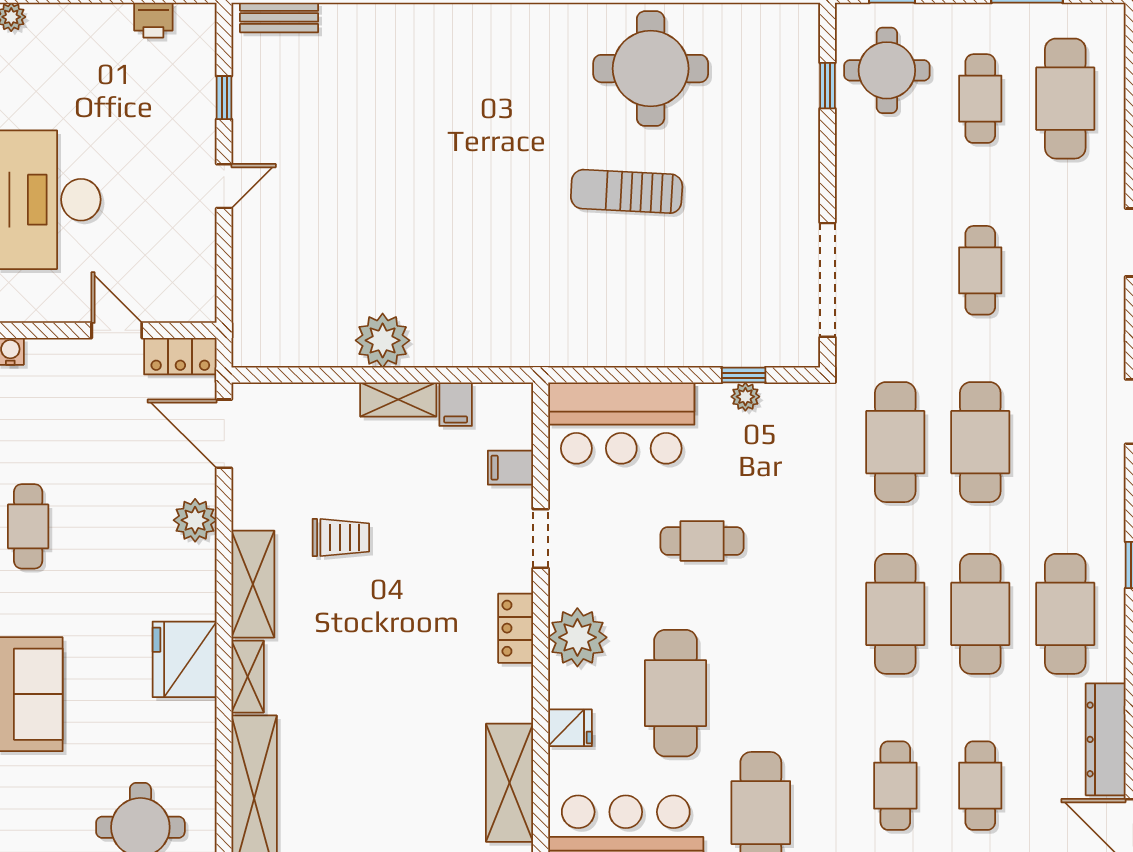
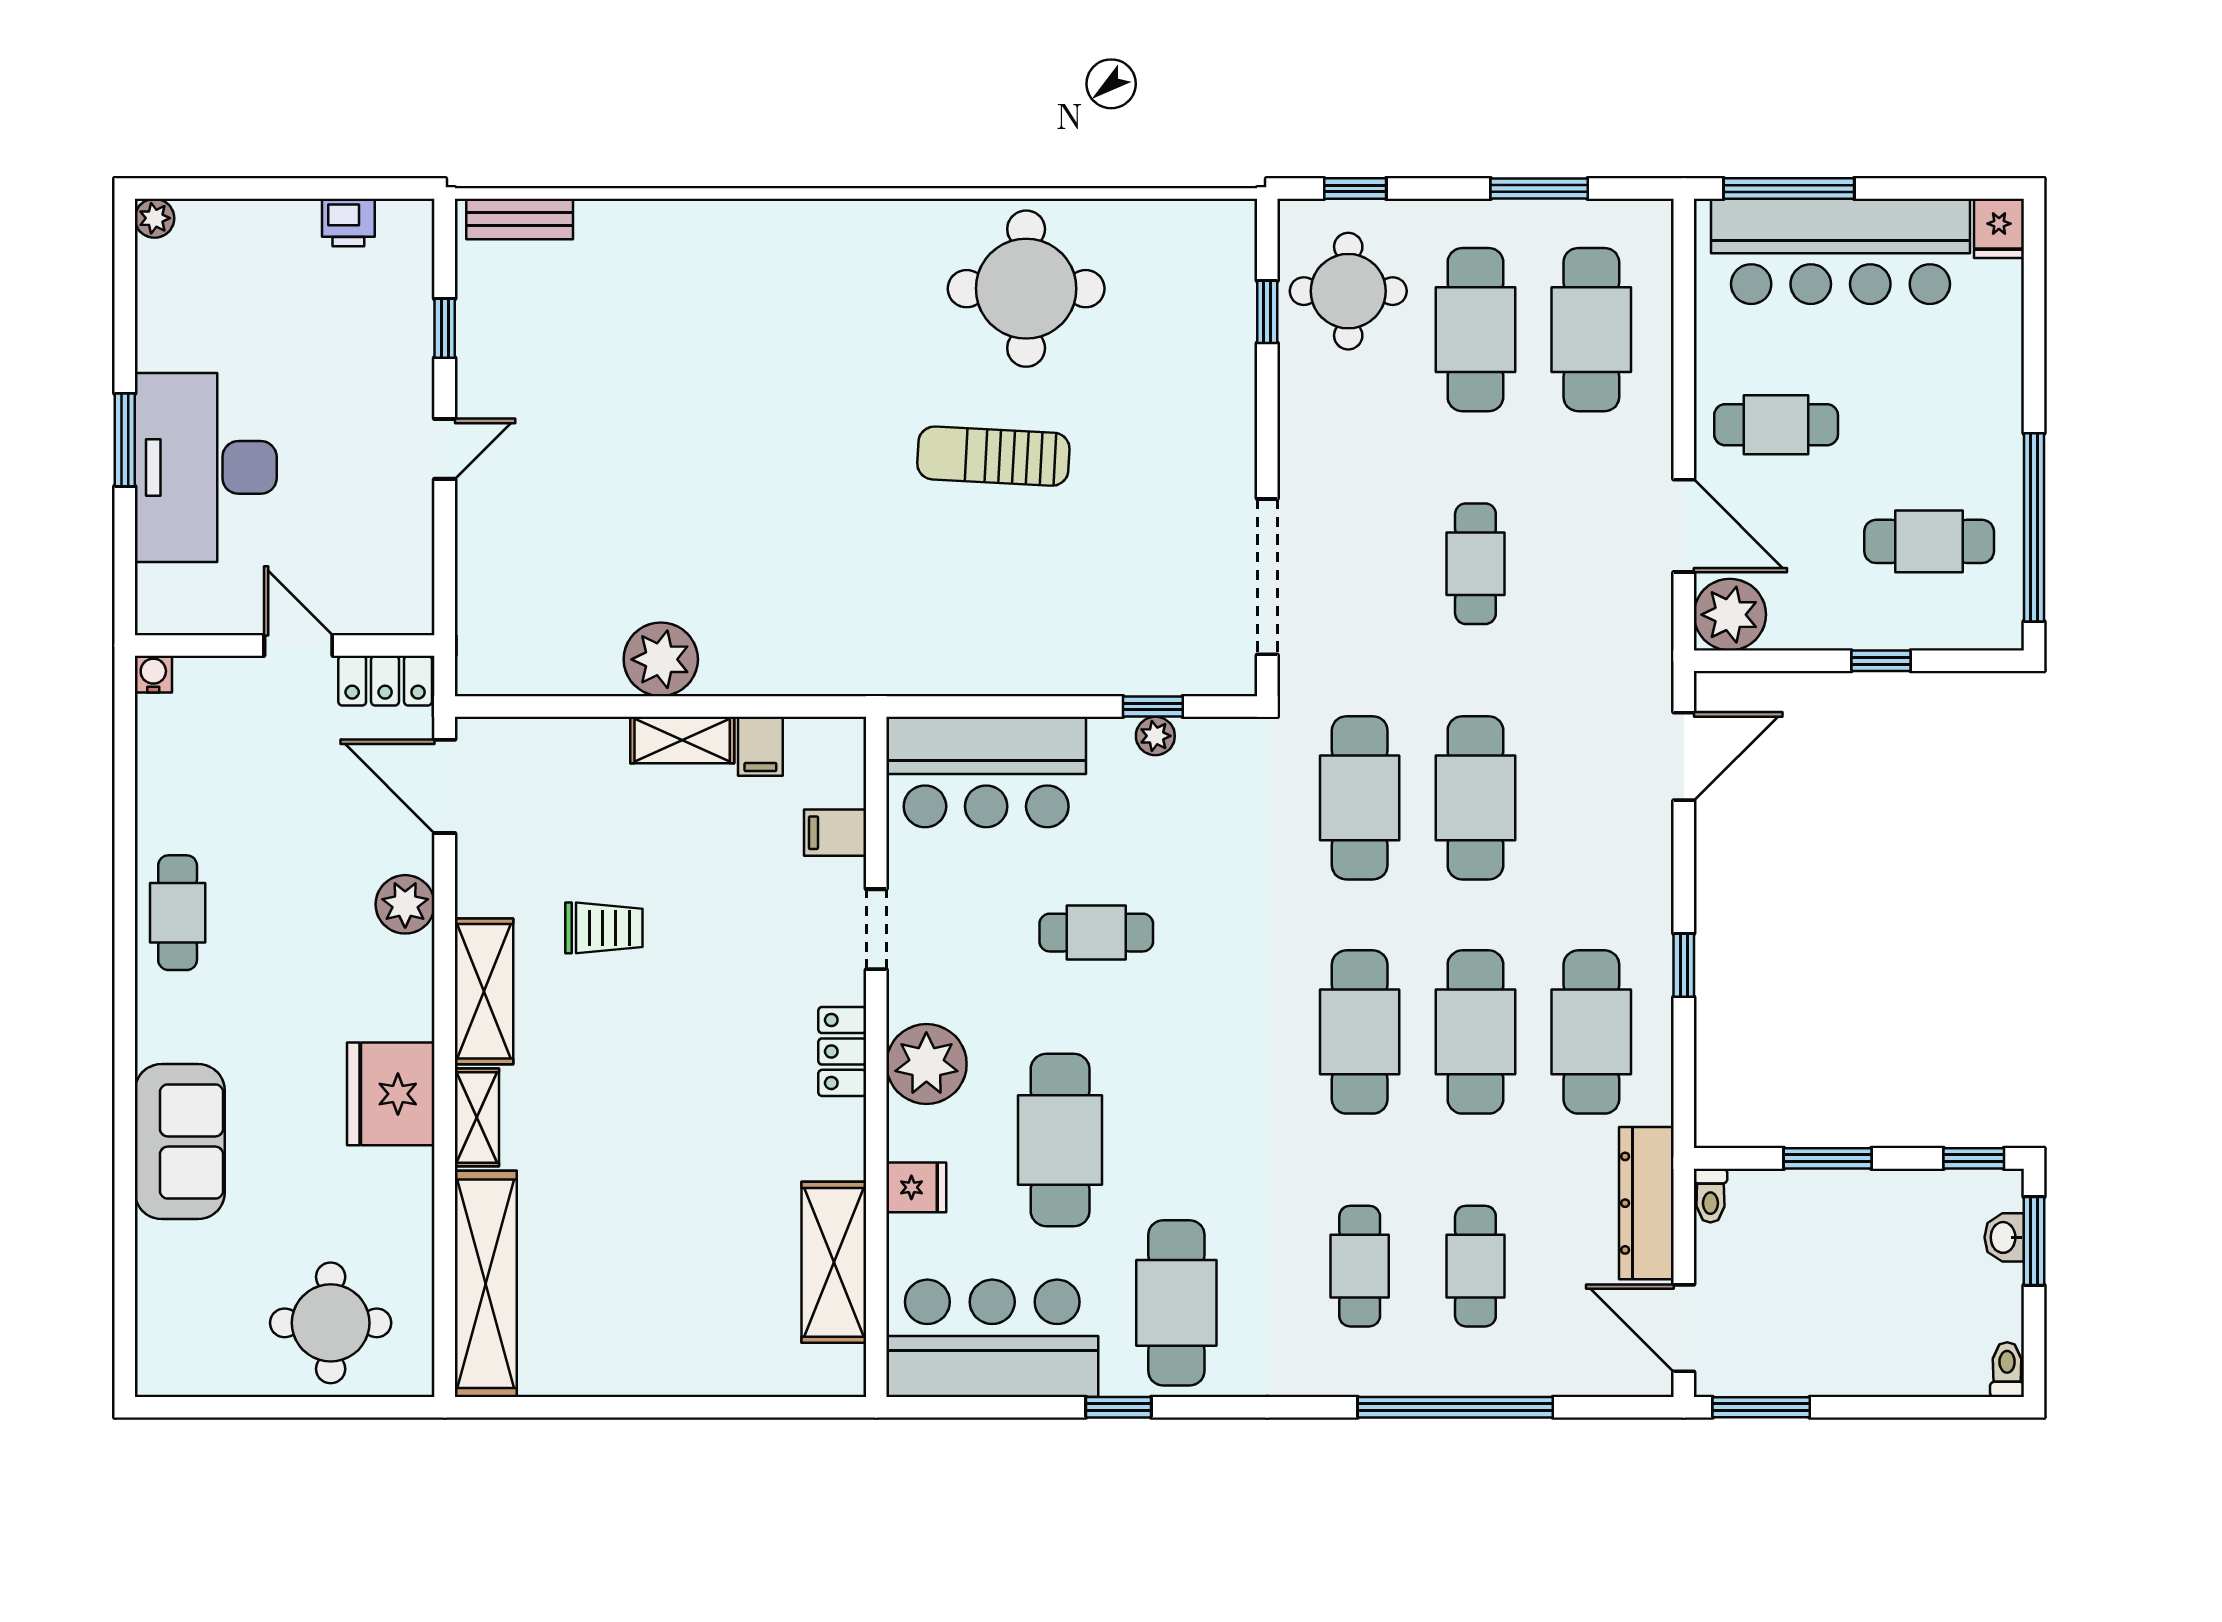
cafe table: (980, 99) -> (1475, 330), width x1.37, depth x1.35

